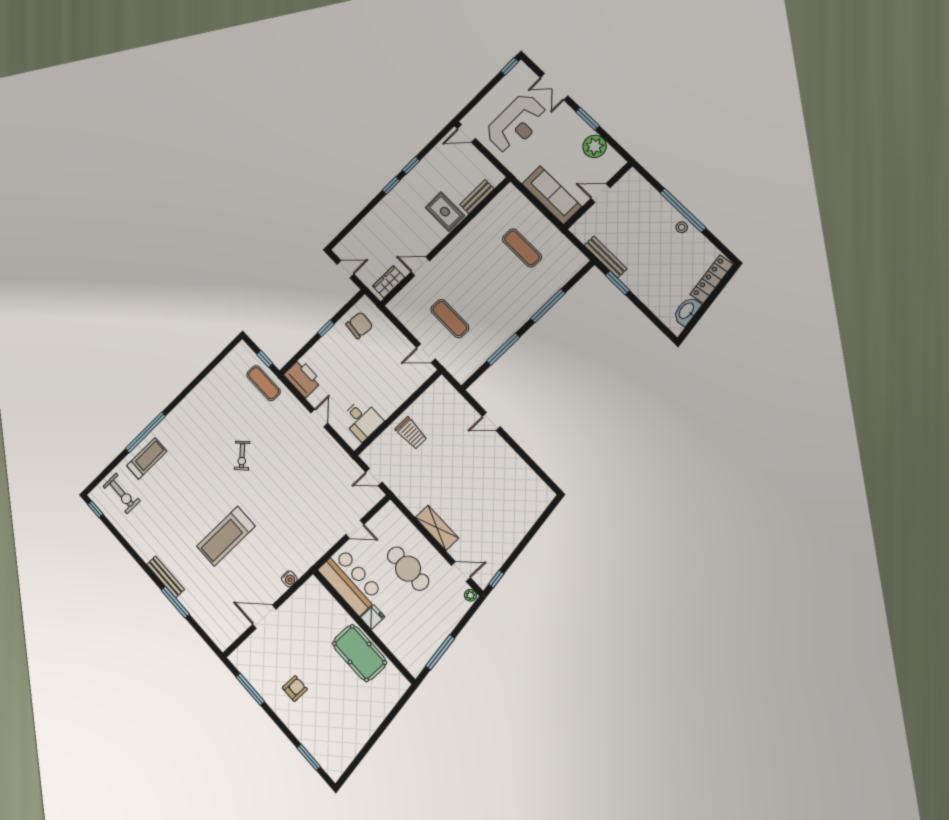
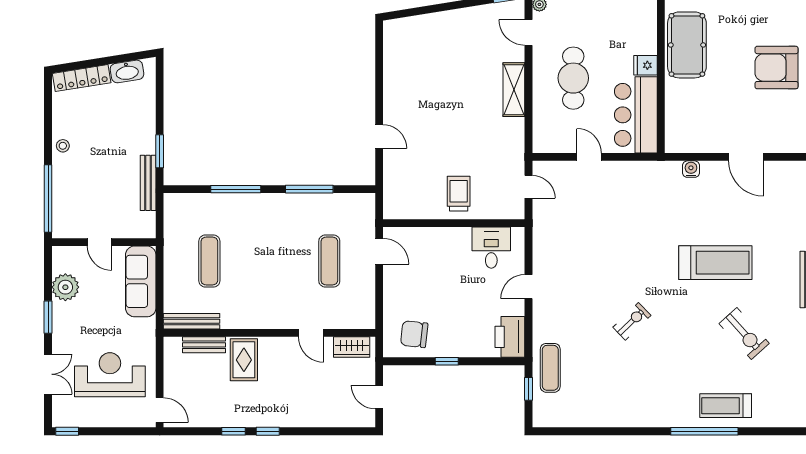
bench: (498, 203) -> (191, 321), added
window: (683, 210) -> (48, 198), moved
exercise bike: (122, 493) -> (744, 334), moved, turned 138
armchair: (295, 688) -> (777, 68), width x1.88, depth x1.88

